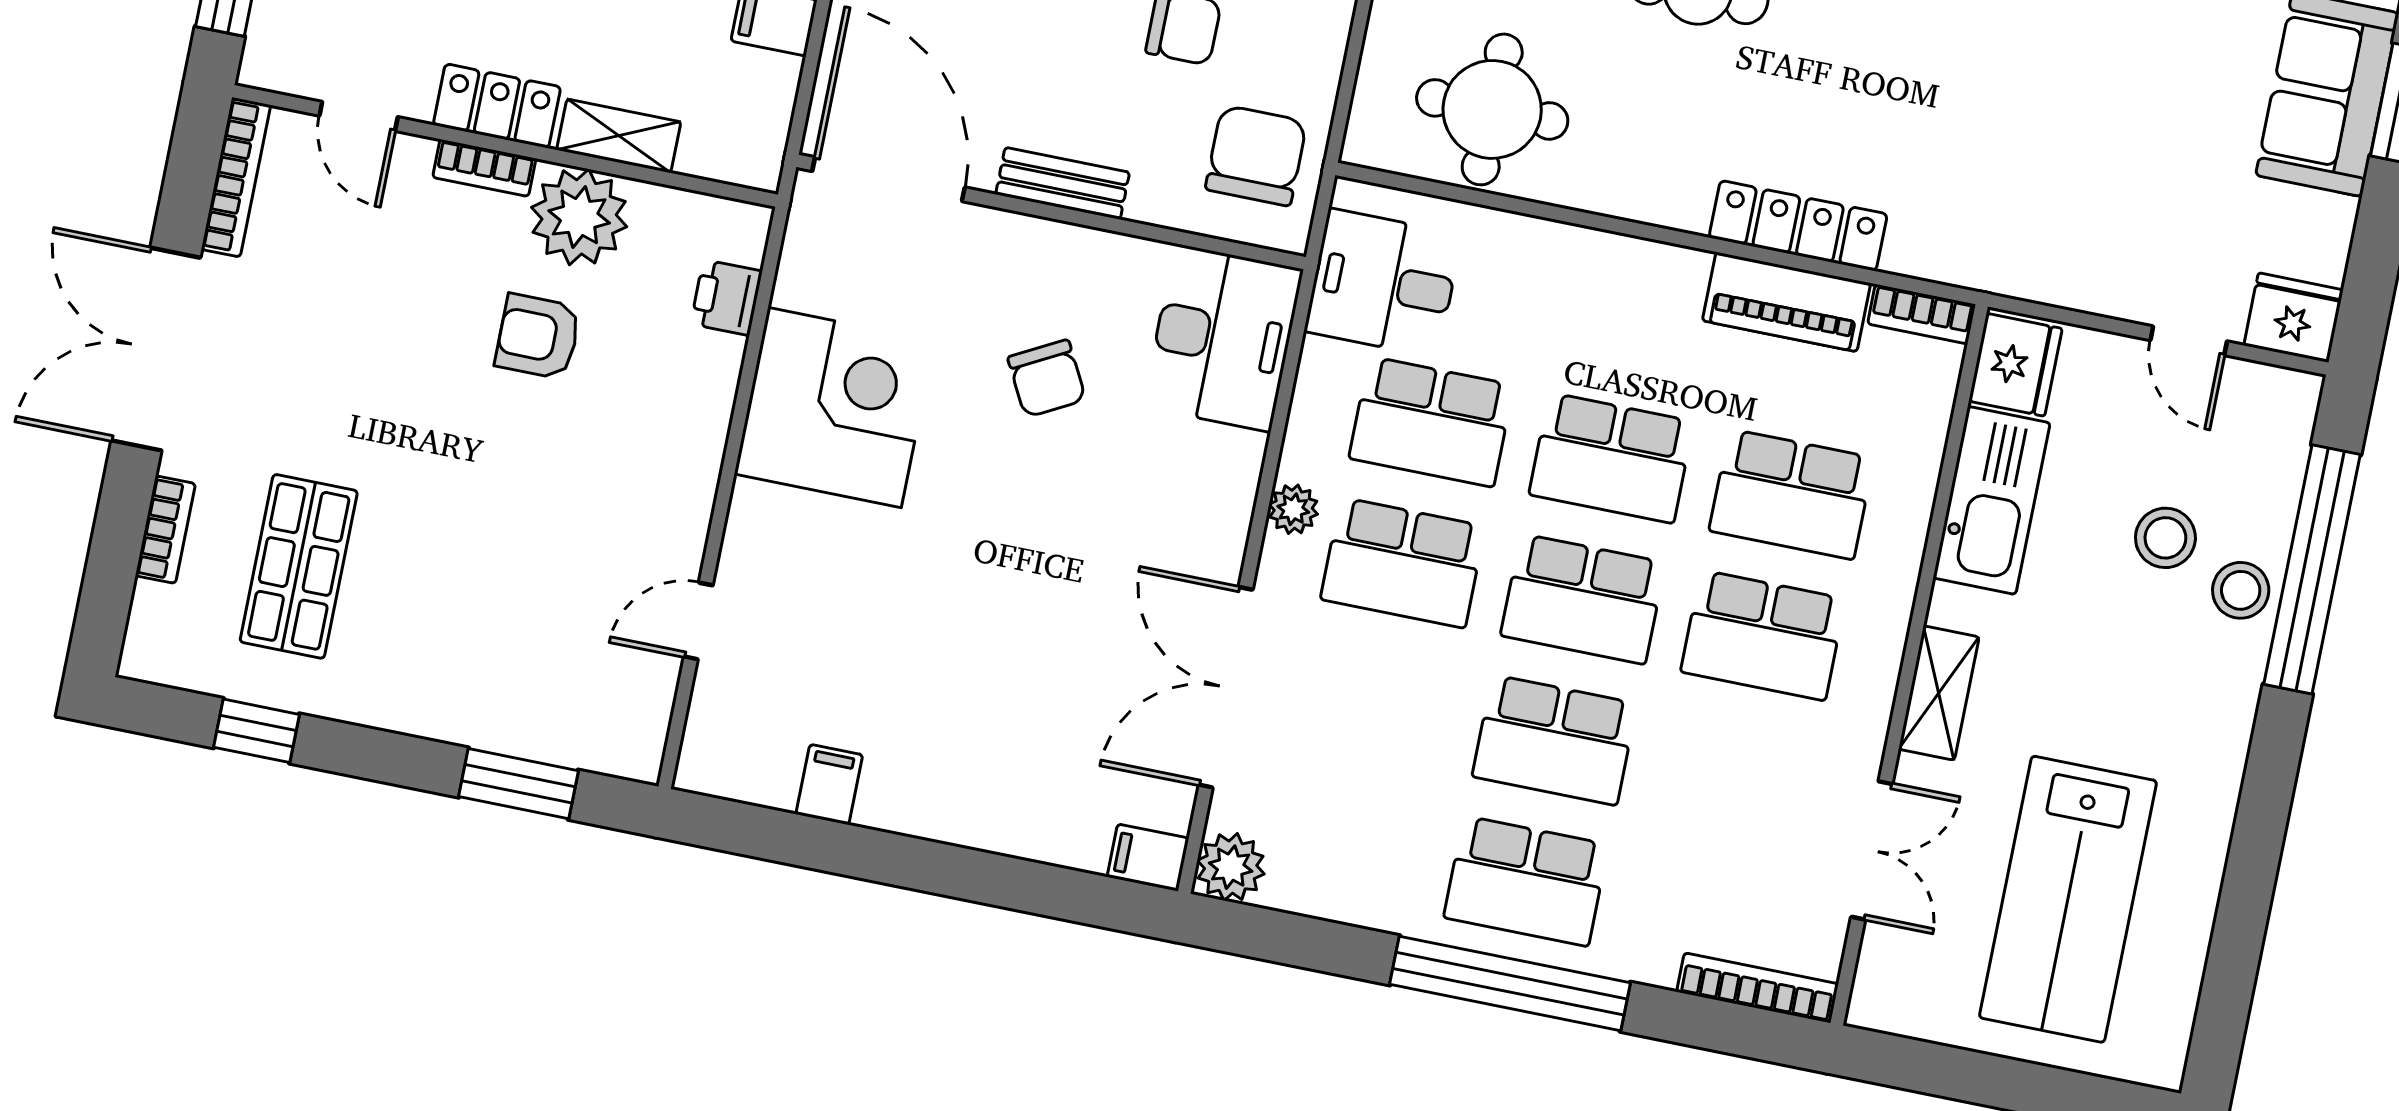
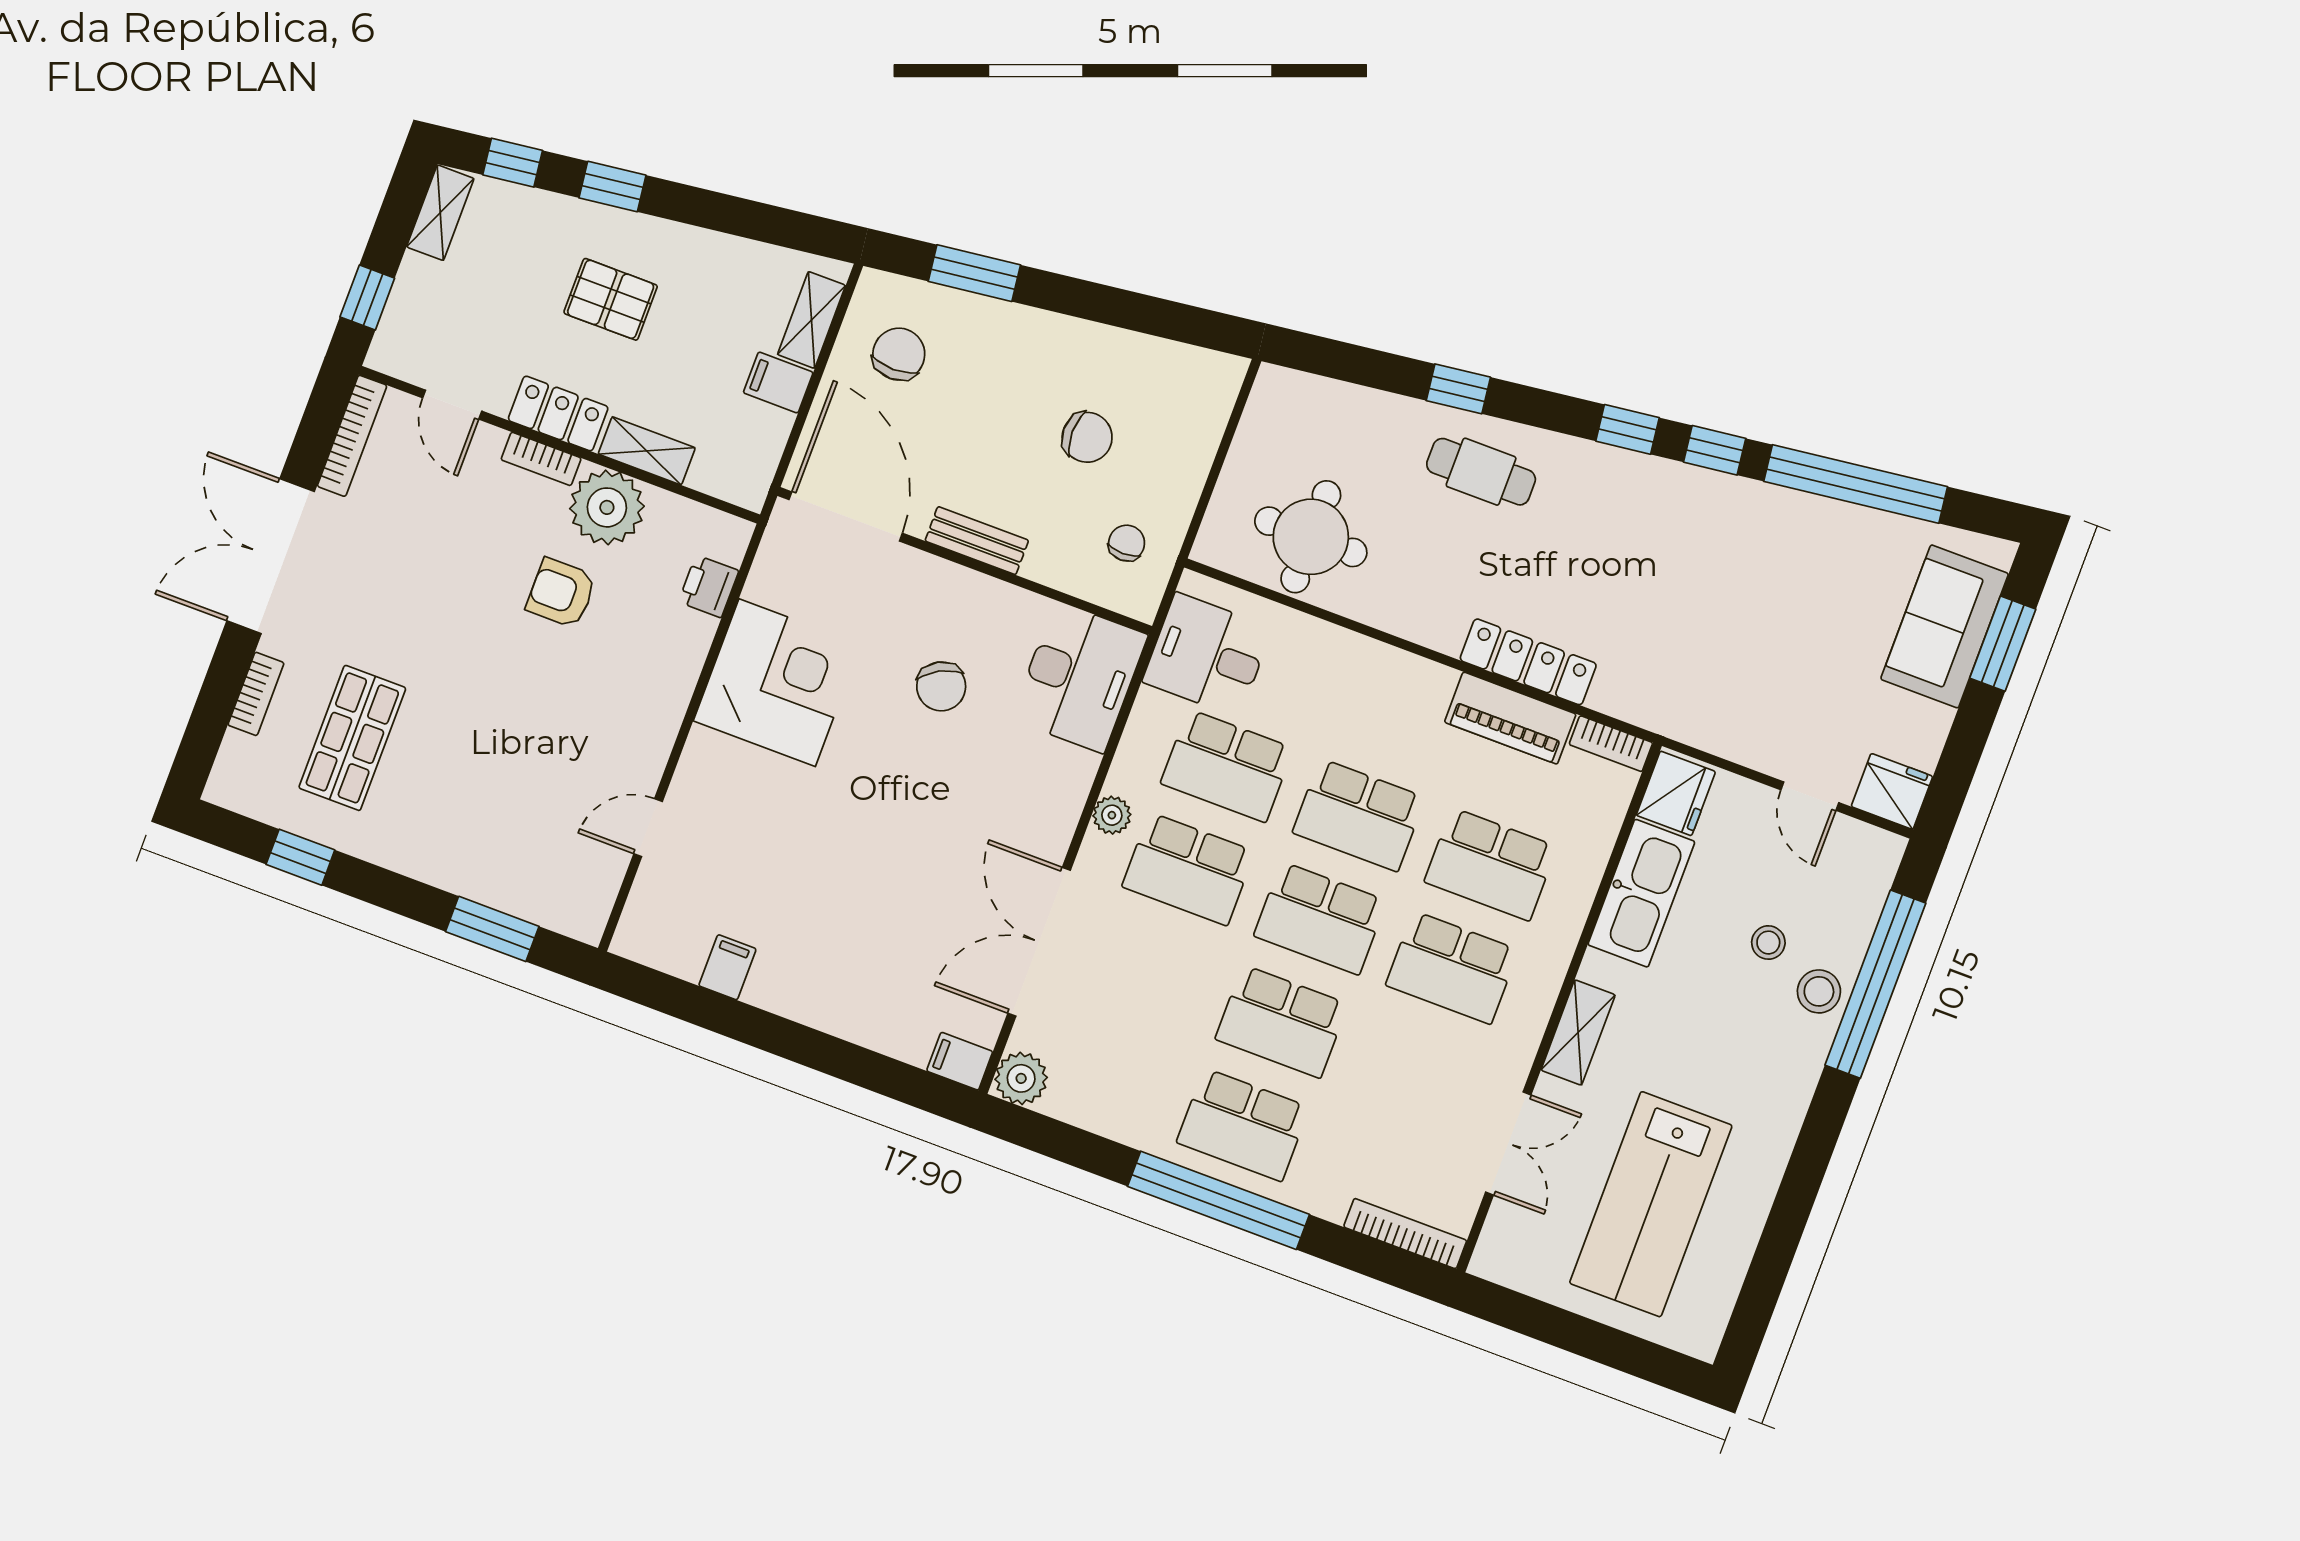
chair: (1256, 156) -> (1127, 543), width x0.54, depth x0.54
stool: (2165, 538) -> (1768, 943), width x0.73, depth x0.73

